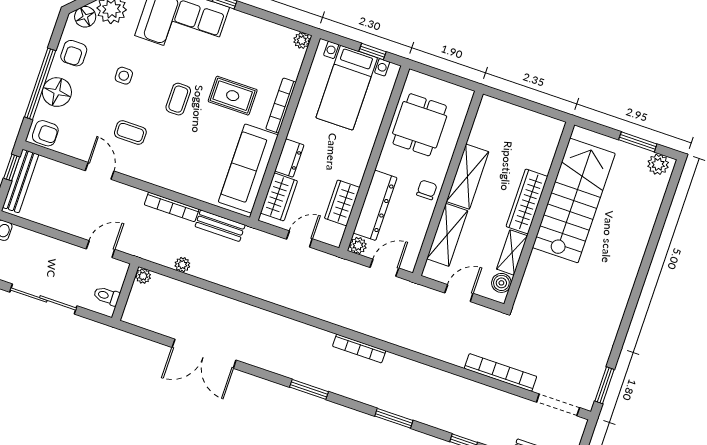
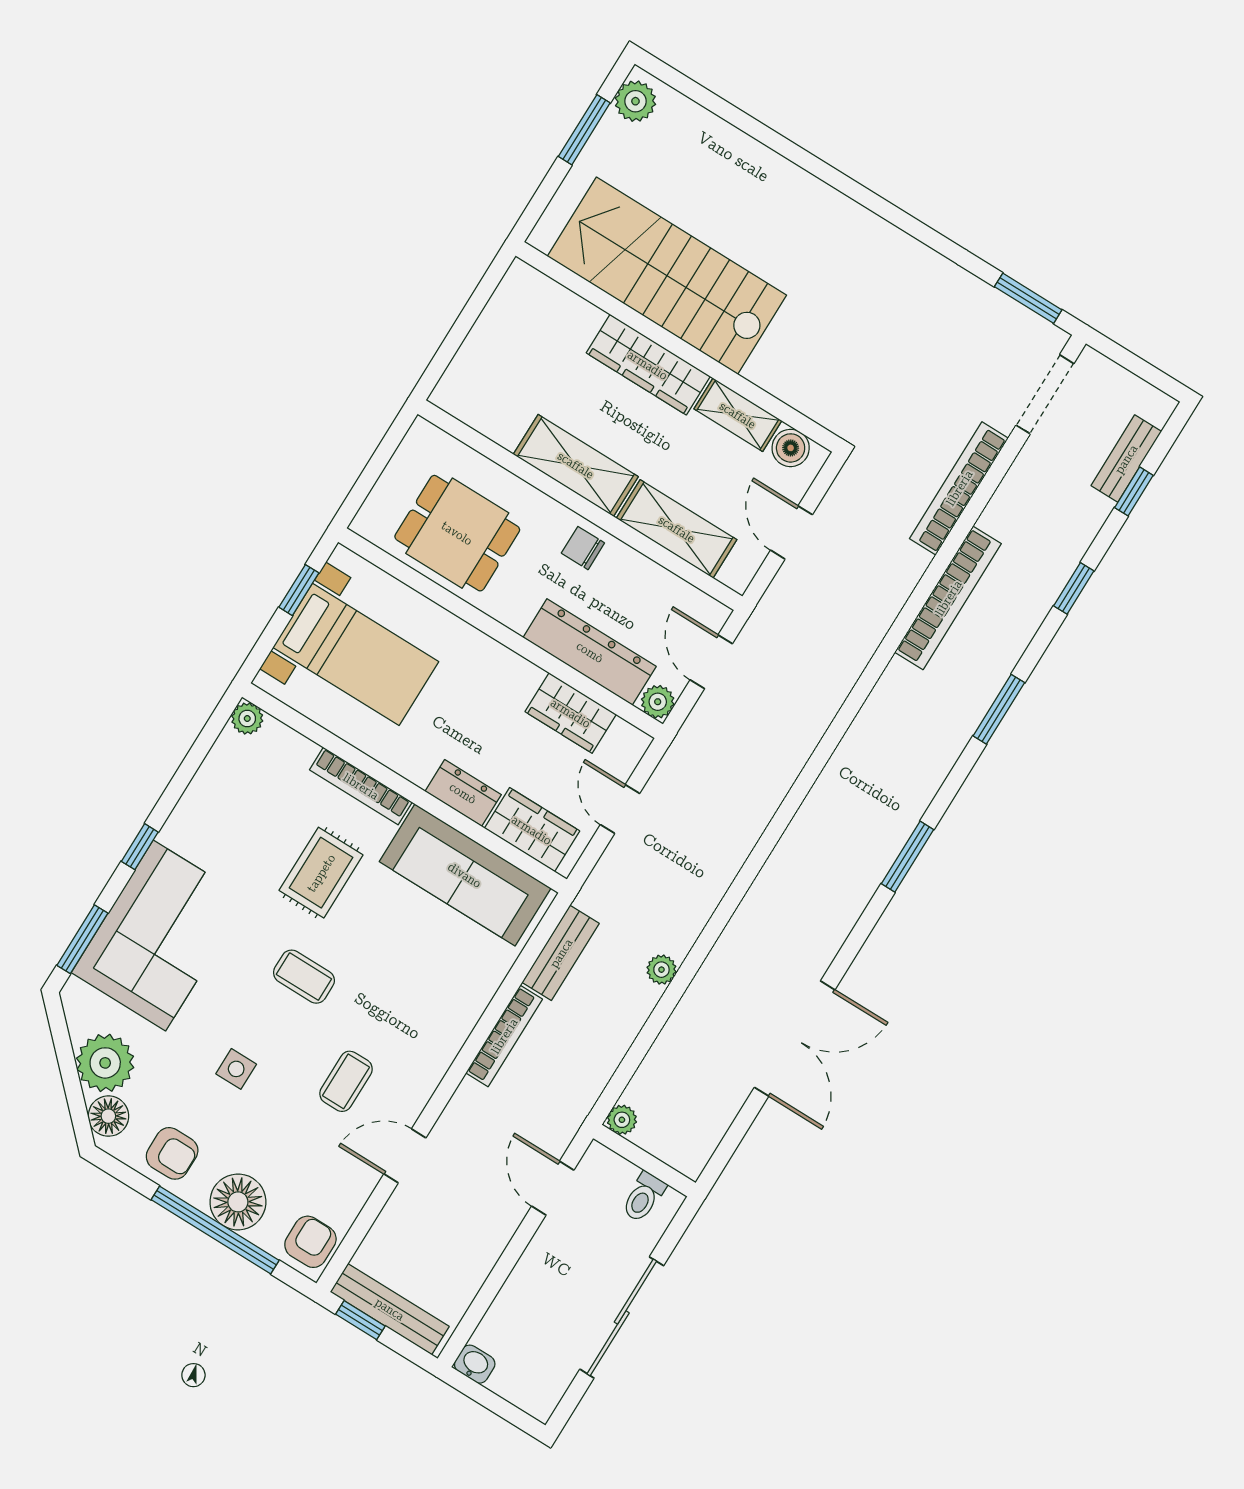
plant: (182, 265) -> (661, 970), moved
bookcase: (359, 349) -> (948, 598), moved, width x1.48, depth x1.31

